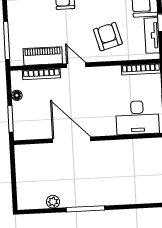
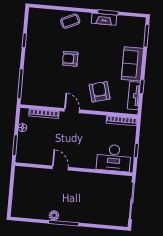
piano: (43, 56) -> (47, 100), removed
door: (72, 140) -> (60, 168), width x0.53
plant: (53, 202) -> (54, 215), moved

